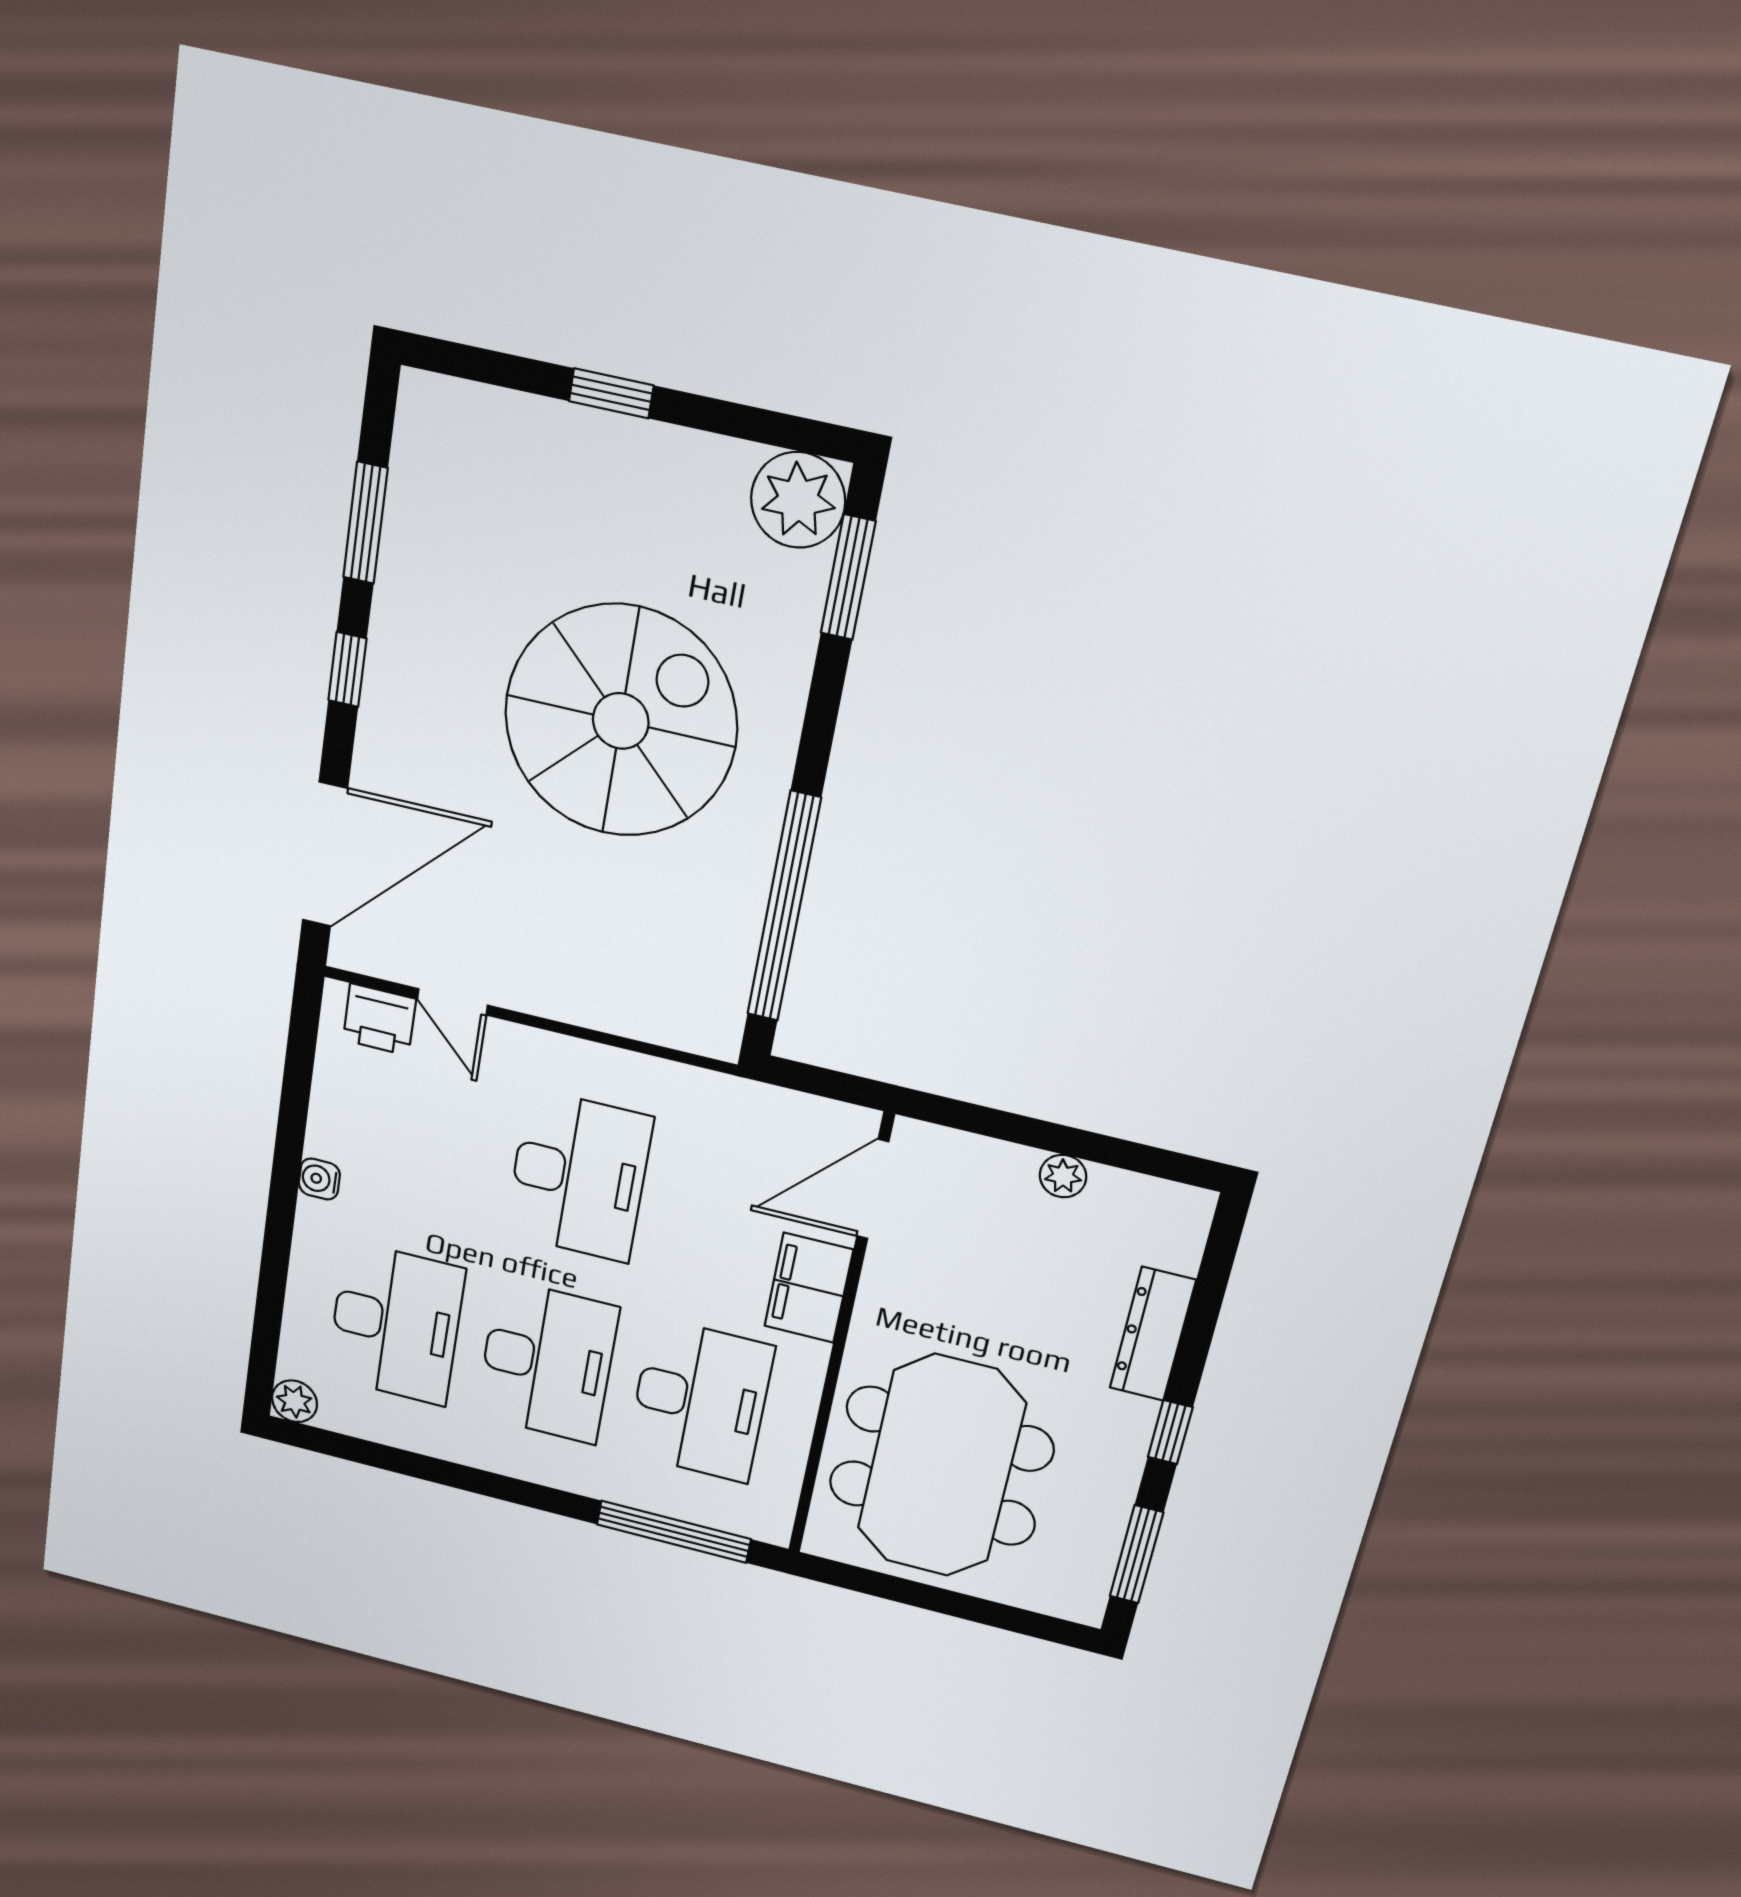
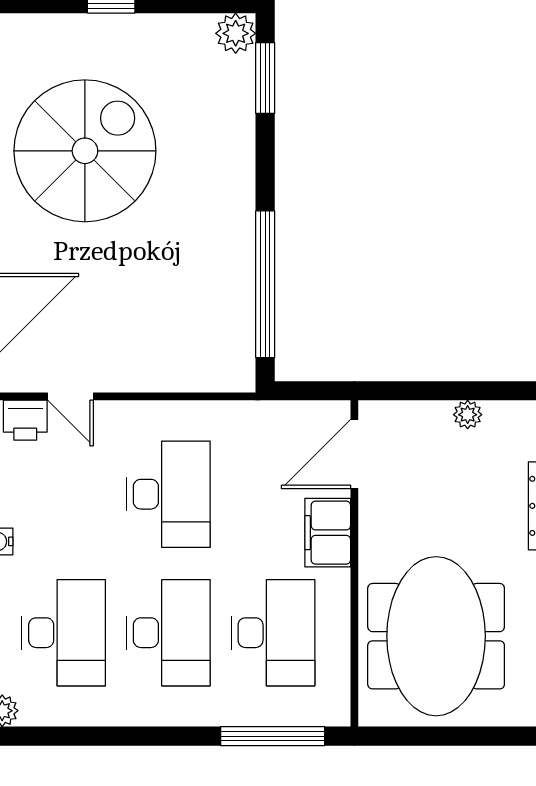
plant: (798, 500) -> (236, 33), width x0.73, depth x0.73
spiral stairs: (621, 721) -> (85, 151), moved

